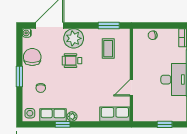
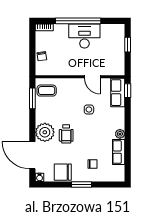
coffee table: (108, 49) -> (47, 91), moved
side table: (30, 113) -> (89, 109), moved
window: (63, 124) -> (128, 91), moved

